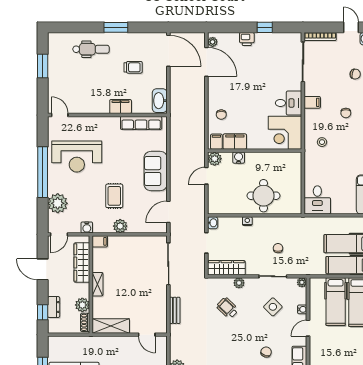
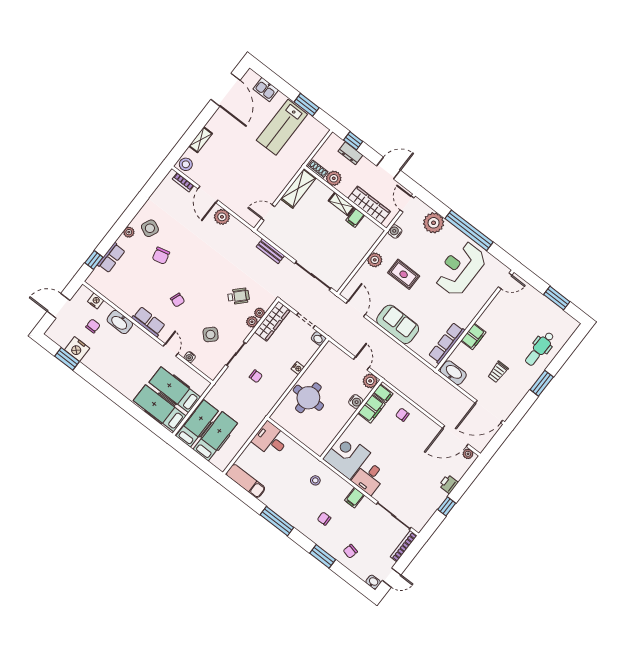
filing cabinet: (100, 241) -> (355, 218), moved
plant: (302, 282) -> (260, 313), moved

